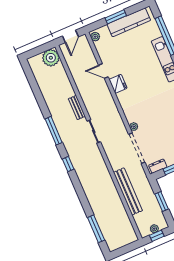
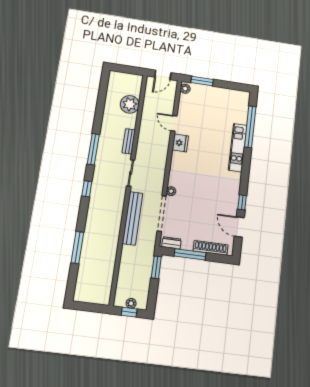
window: (116, 17) -> (202, 81), moved
kitchen counter: (129, 22) -> (223, 95), removed
plant: (51, 58) -> (130, 104), moved
bench: (128, 191) -> (132, 218), moved
window: (162, 201) -> (156, 267), moved
window: (96, 229) -> (77, 248), moved

